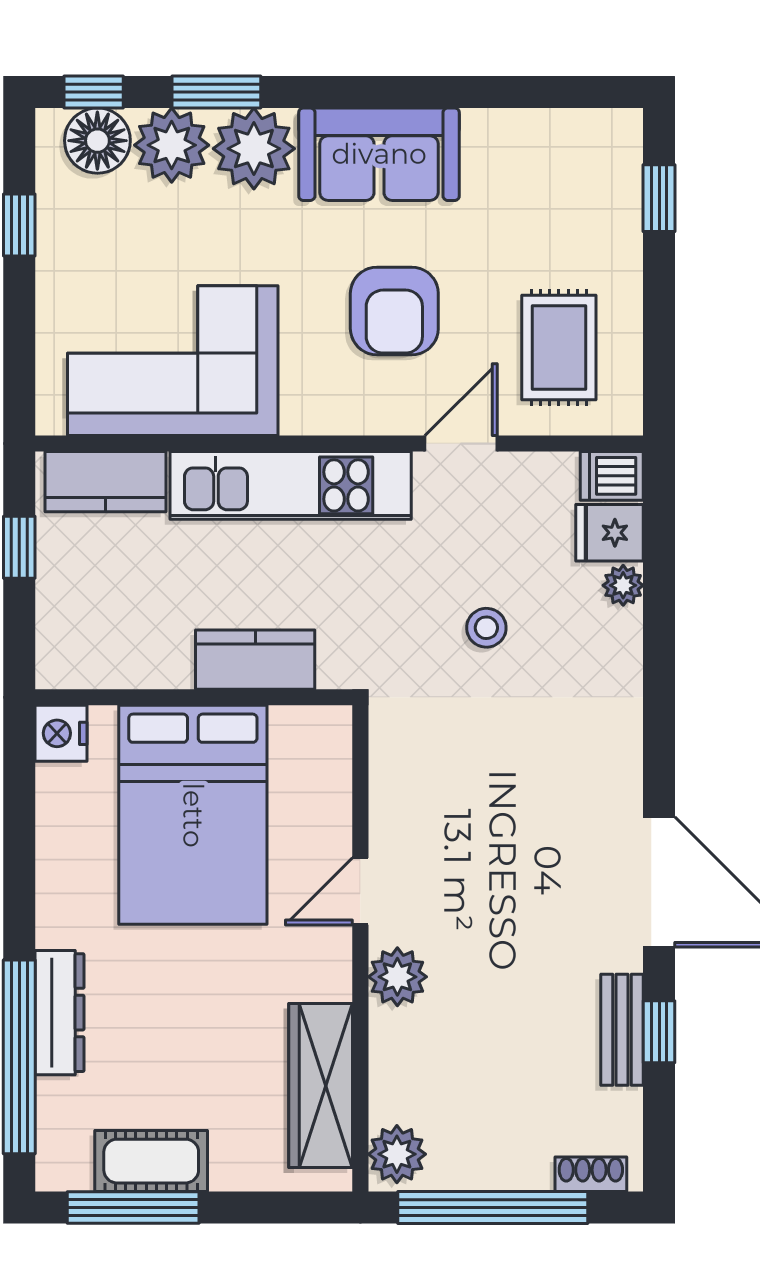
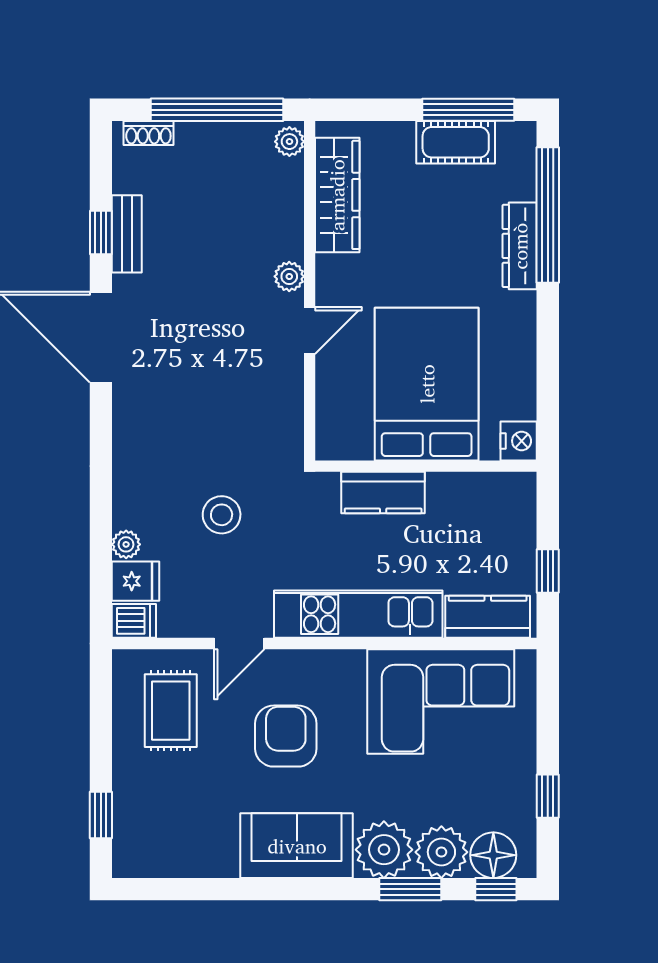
stool: (486, 628) -> (222, 515), width x1.37, depth x1.37
plant: (397, 977) -> (289, 276), width x0.73, depth x0.73
plant: (397, 1154) -> (289, 142), width x0.73, depth x0.73

